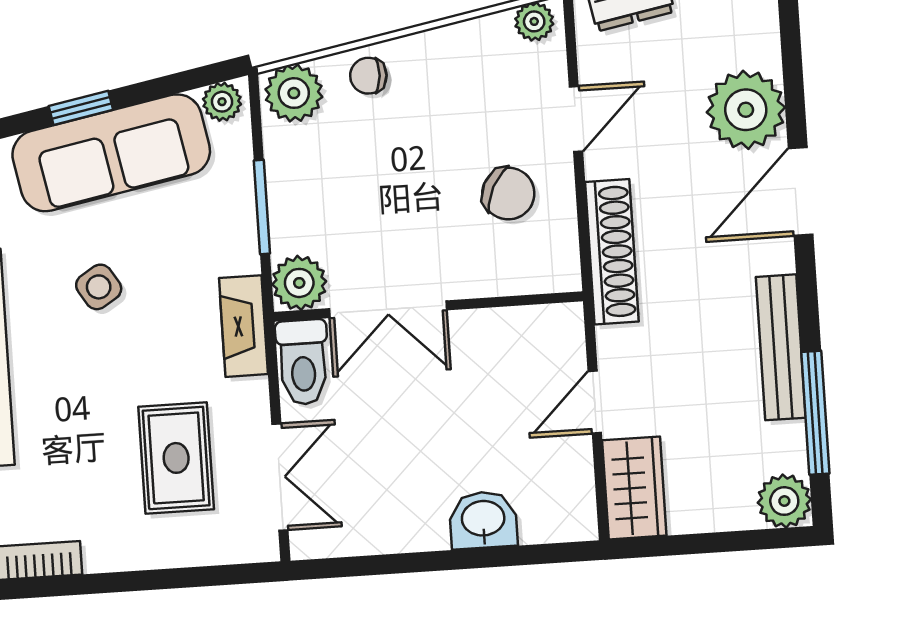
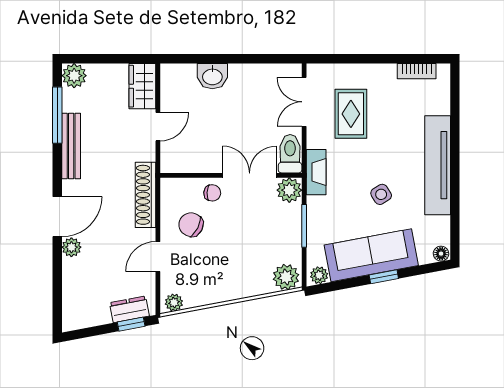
chair: (368, 76) -> (212, 193), moved
plant: (746, 110) -> (71, 247), width x0.53, depth x0.53

